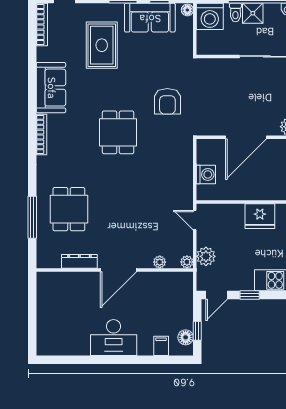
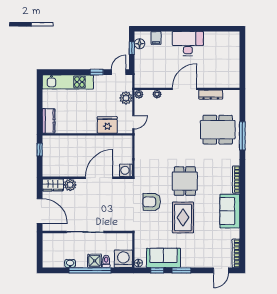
rug: (102, 45) -> (183, 217), moved
armchair: (167, 101) -> (152, 202), turned -90
washing machine: (206, 174) -> (126, 170), moved
dining table: (69, 209) -> (218, 130), width x1.37
fridge: (260, 216) -> (107, 125), moved
window: (32, 217) -> (242, 136), moved
door: (195, 220) -> (133, 122), hinge flipped

